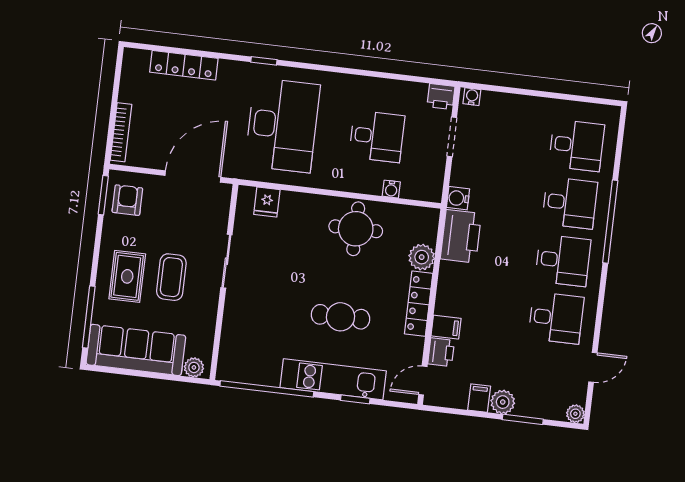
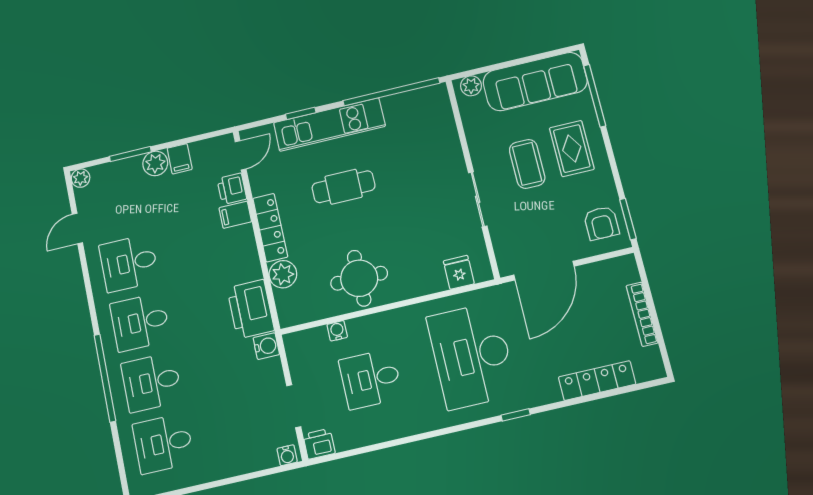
bookcase: (121, 132) -> (642, 314), moved

